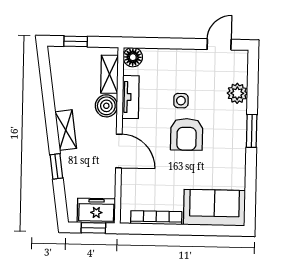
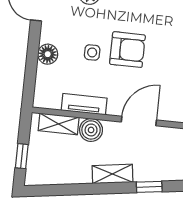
floor lamp: (133, 57) -> (48, 54), moved

